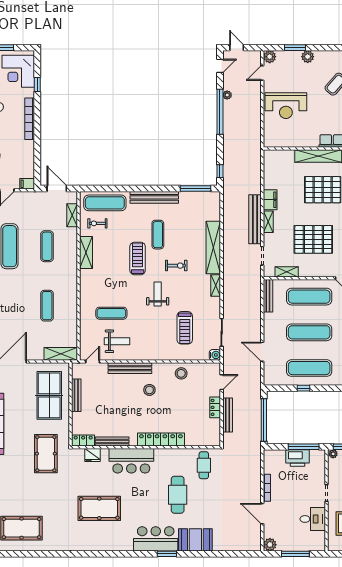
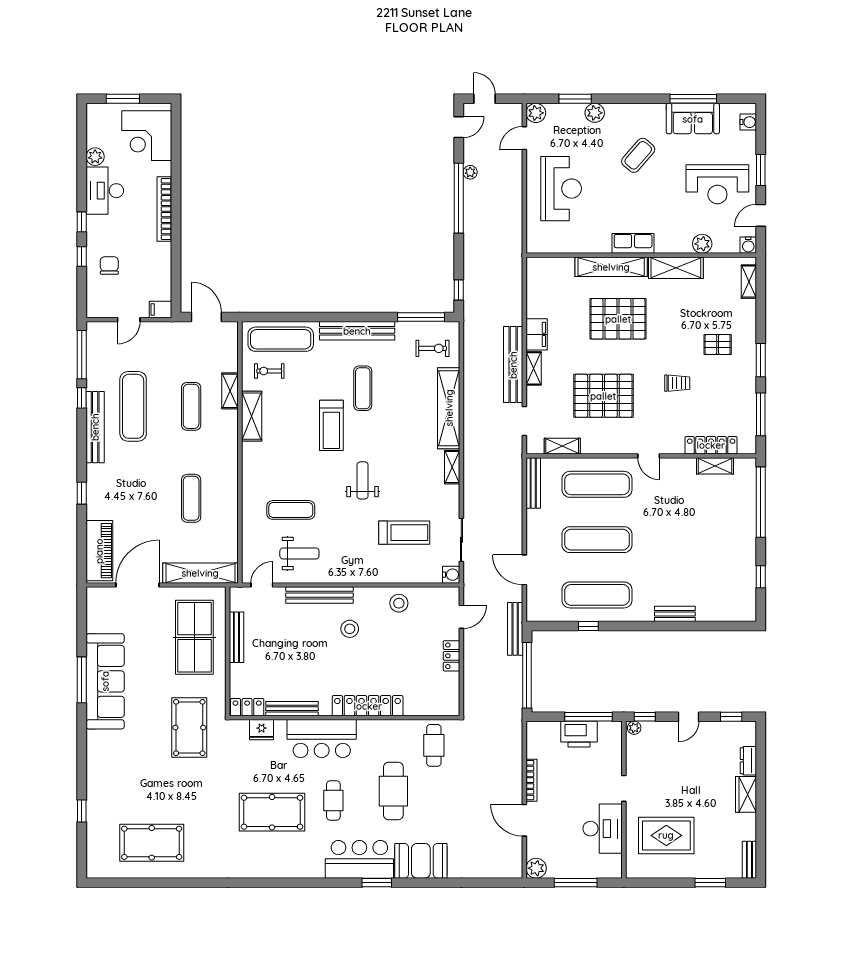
window: (37, 85) -> (176, 156), removed
reception desk: (286, 106) -> (561, 189), turned -90
shelving: (72, 215) -> (230, 391), moved
treadmill: (138, 258) -> (331, 425), turned 180
exercise bike: (176, 266) -> (433, 348), moved
treadmill: (185, 328) -> (404, 533), turned -90
shelving: (61, 354) -> (200, 573), width x1.47
bench: (228, 415) -> (515, 629), moved
cafe table: (139, 501) -> (333, 800), added
desk: (313, 519) -> (603, 829), width x1.37

